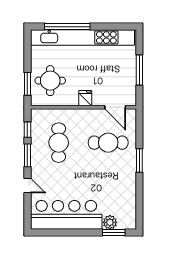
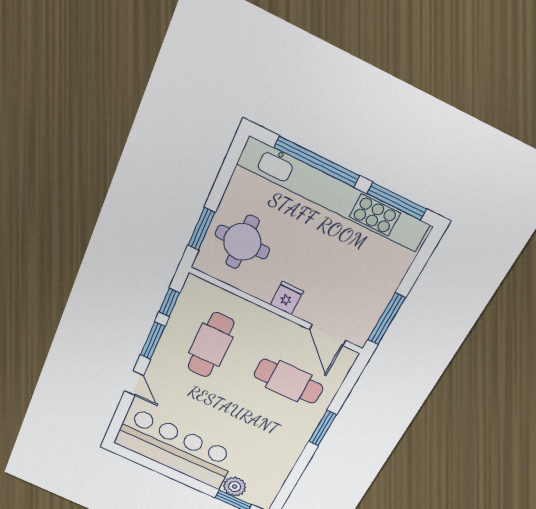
window: (113, 27) -> (397, 201), added
window: (139, 70) -> (386, 319), moved

